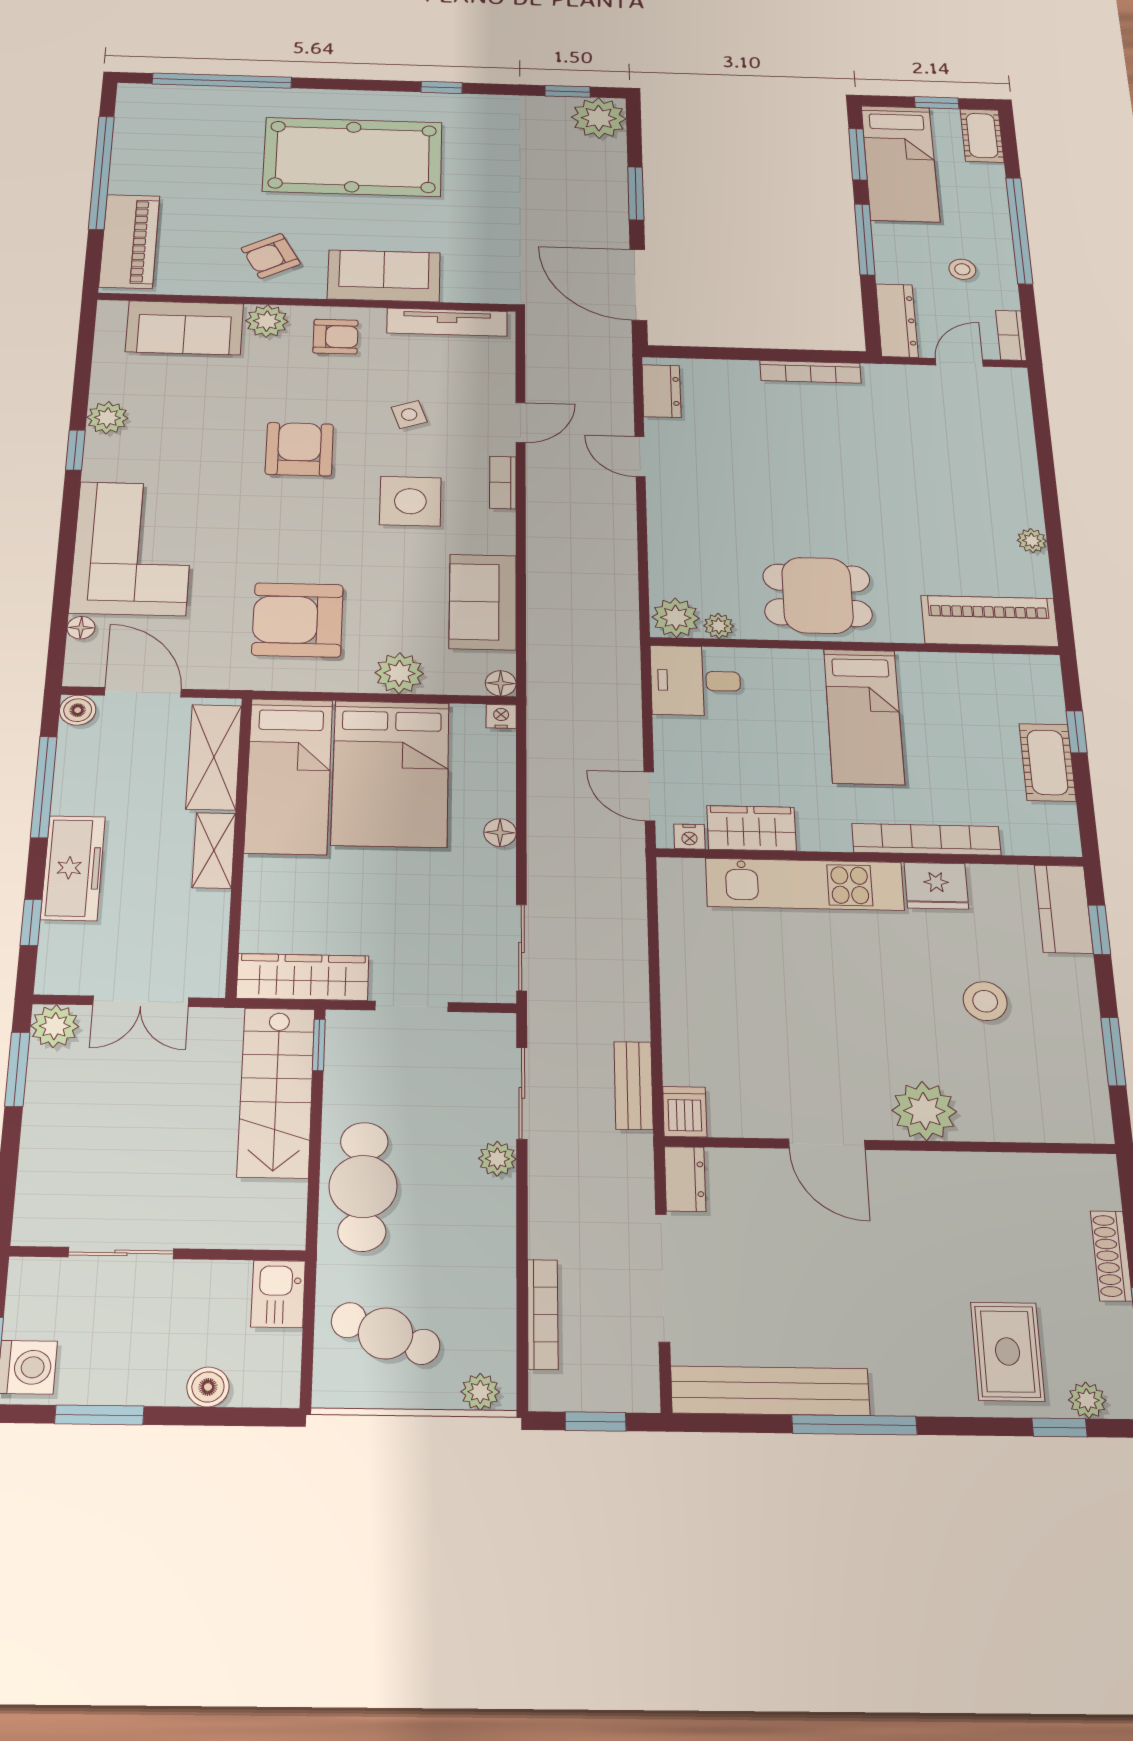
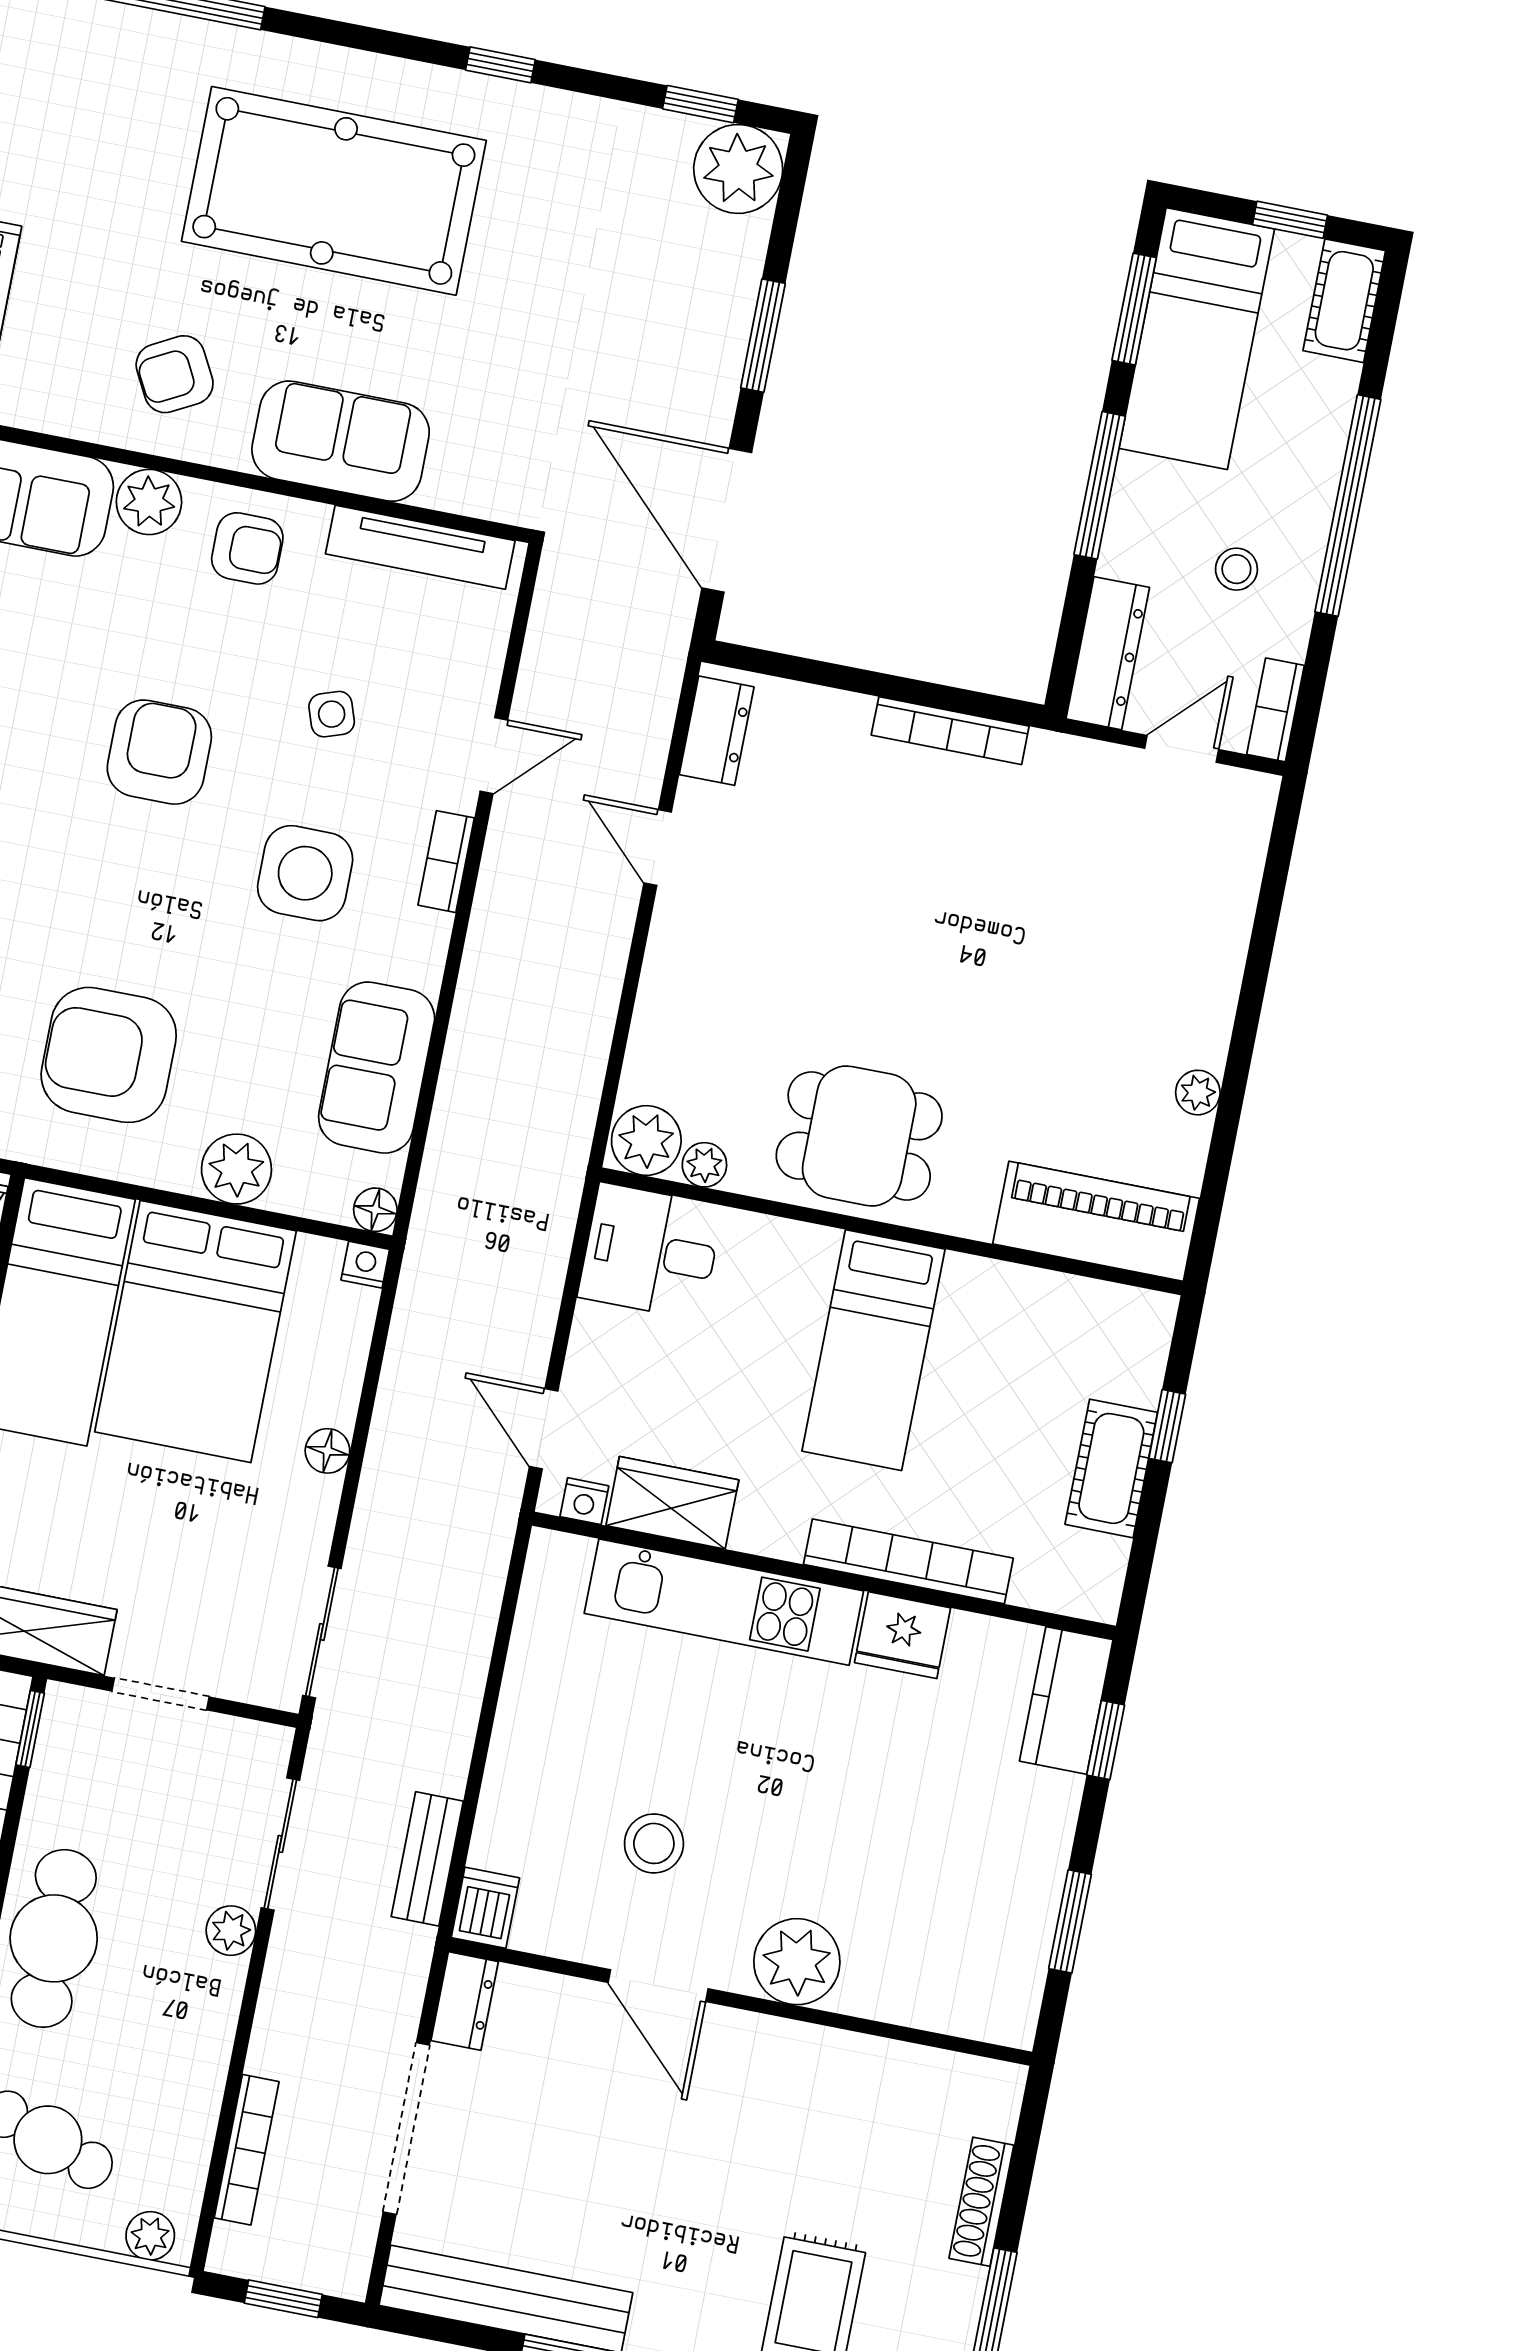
stool: (985, 1001) -> (654, 1843), moved

